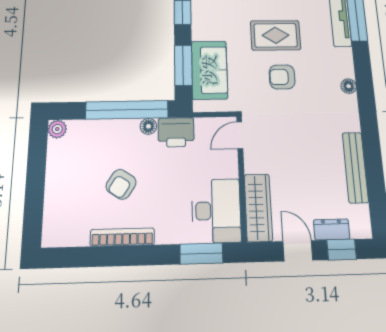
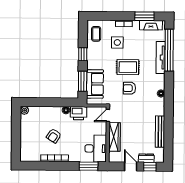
window: (127, 110) -> (56, 102), removed
wardrobe: (258, 208) -> (114, 137), moved

